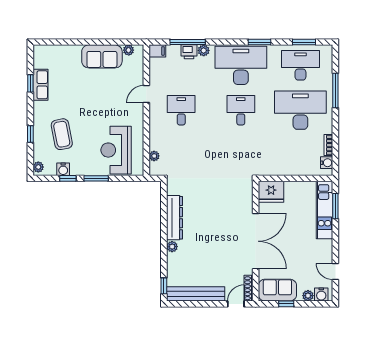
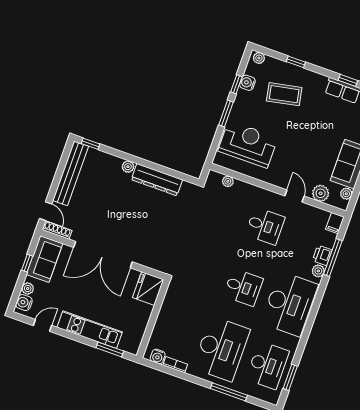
window: (260, 42) -> (307, 332), removed
plant: (136, 72) -> (321, 193), added
kitchen unit: (324, 210) -> (90, 330), moved

